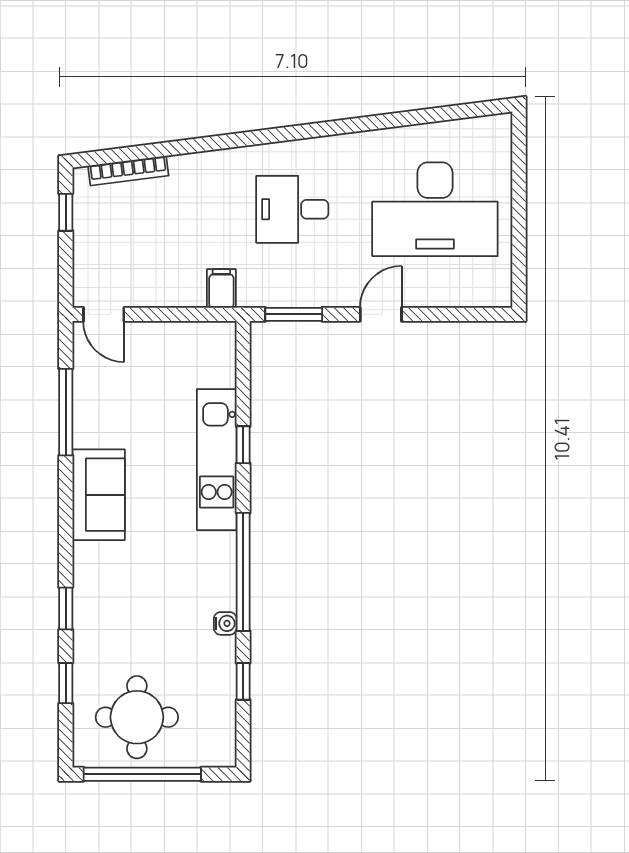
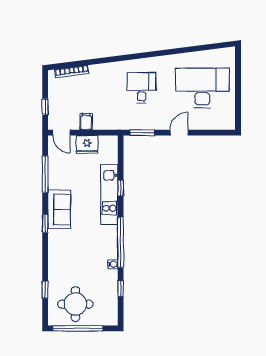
desk: (292, 209) -> (142, 88), turned 90
desk: (435, 209) -> (202, 88), turned 180
window: (66, 212) -> (45, 107), moved
filing cabinet: (221, 288) -> (86, 122), moved
fridge: (164, 342) -> (87, 145), added
window: (66, 608) -> (45, 223), moved

